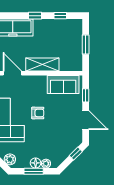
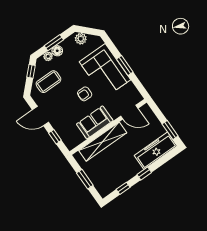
shelving: (42, 65) -> (103, 142), width x1.47
sofa: (63, 84) -> (95, 122), moved
coffee table: (60, 143) -> (48, 82), added
window: (76, 154) -> (31, 71), moved

